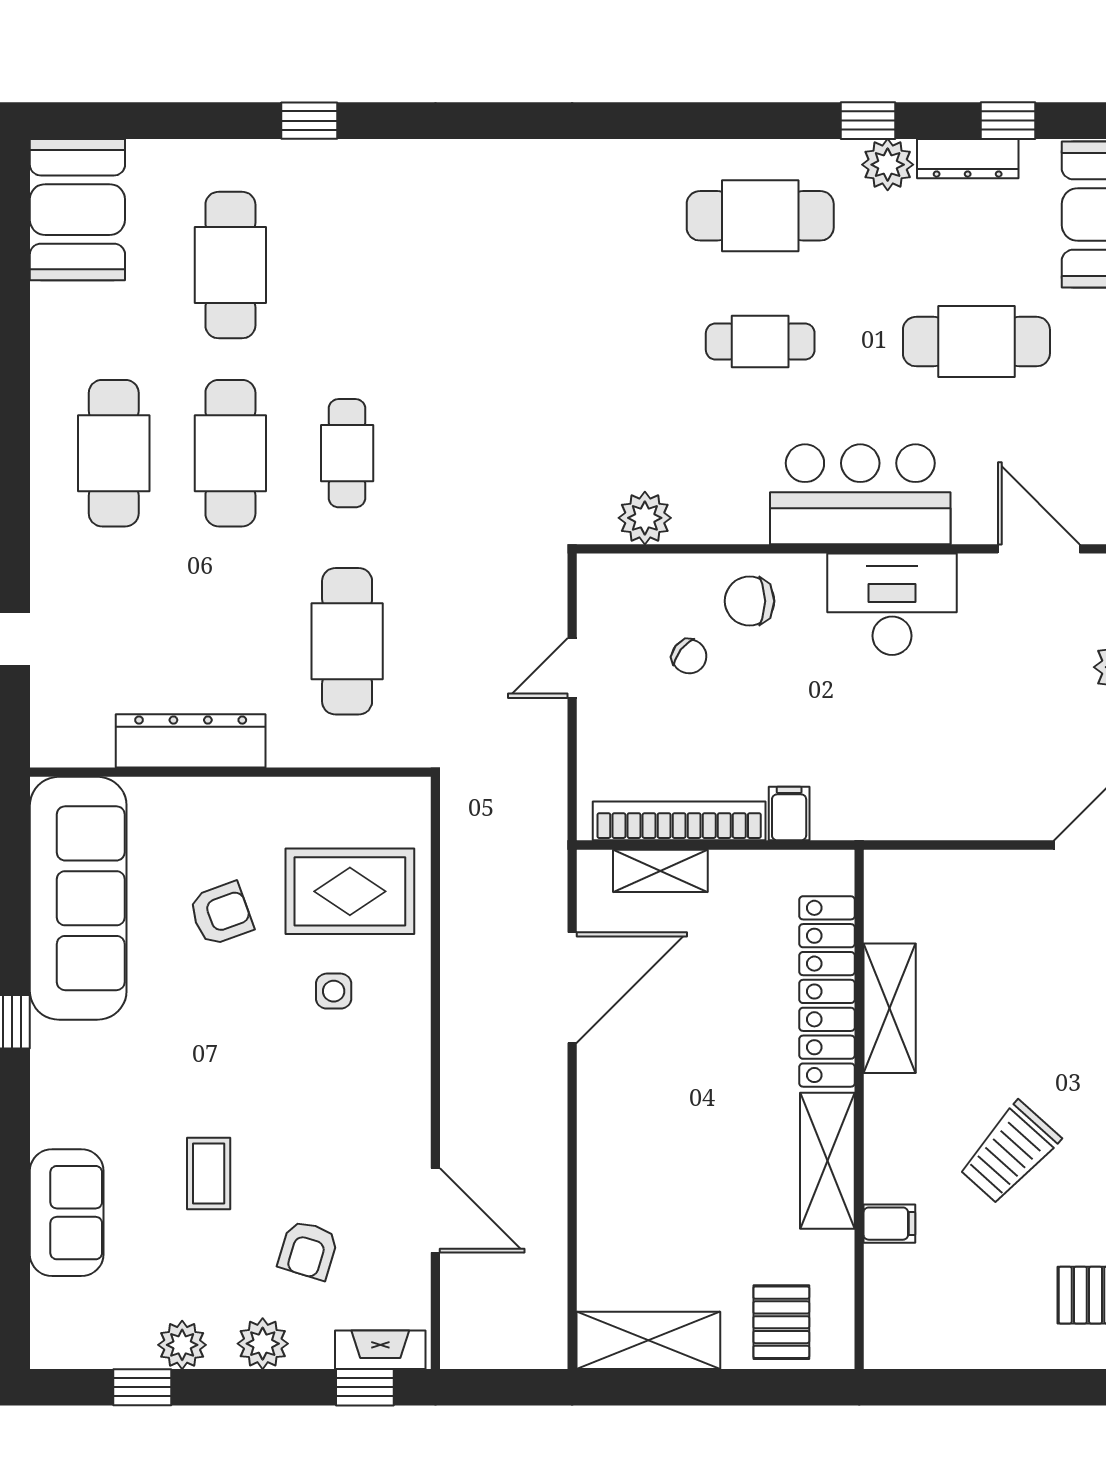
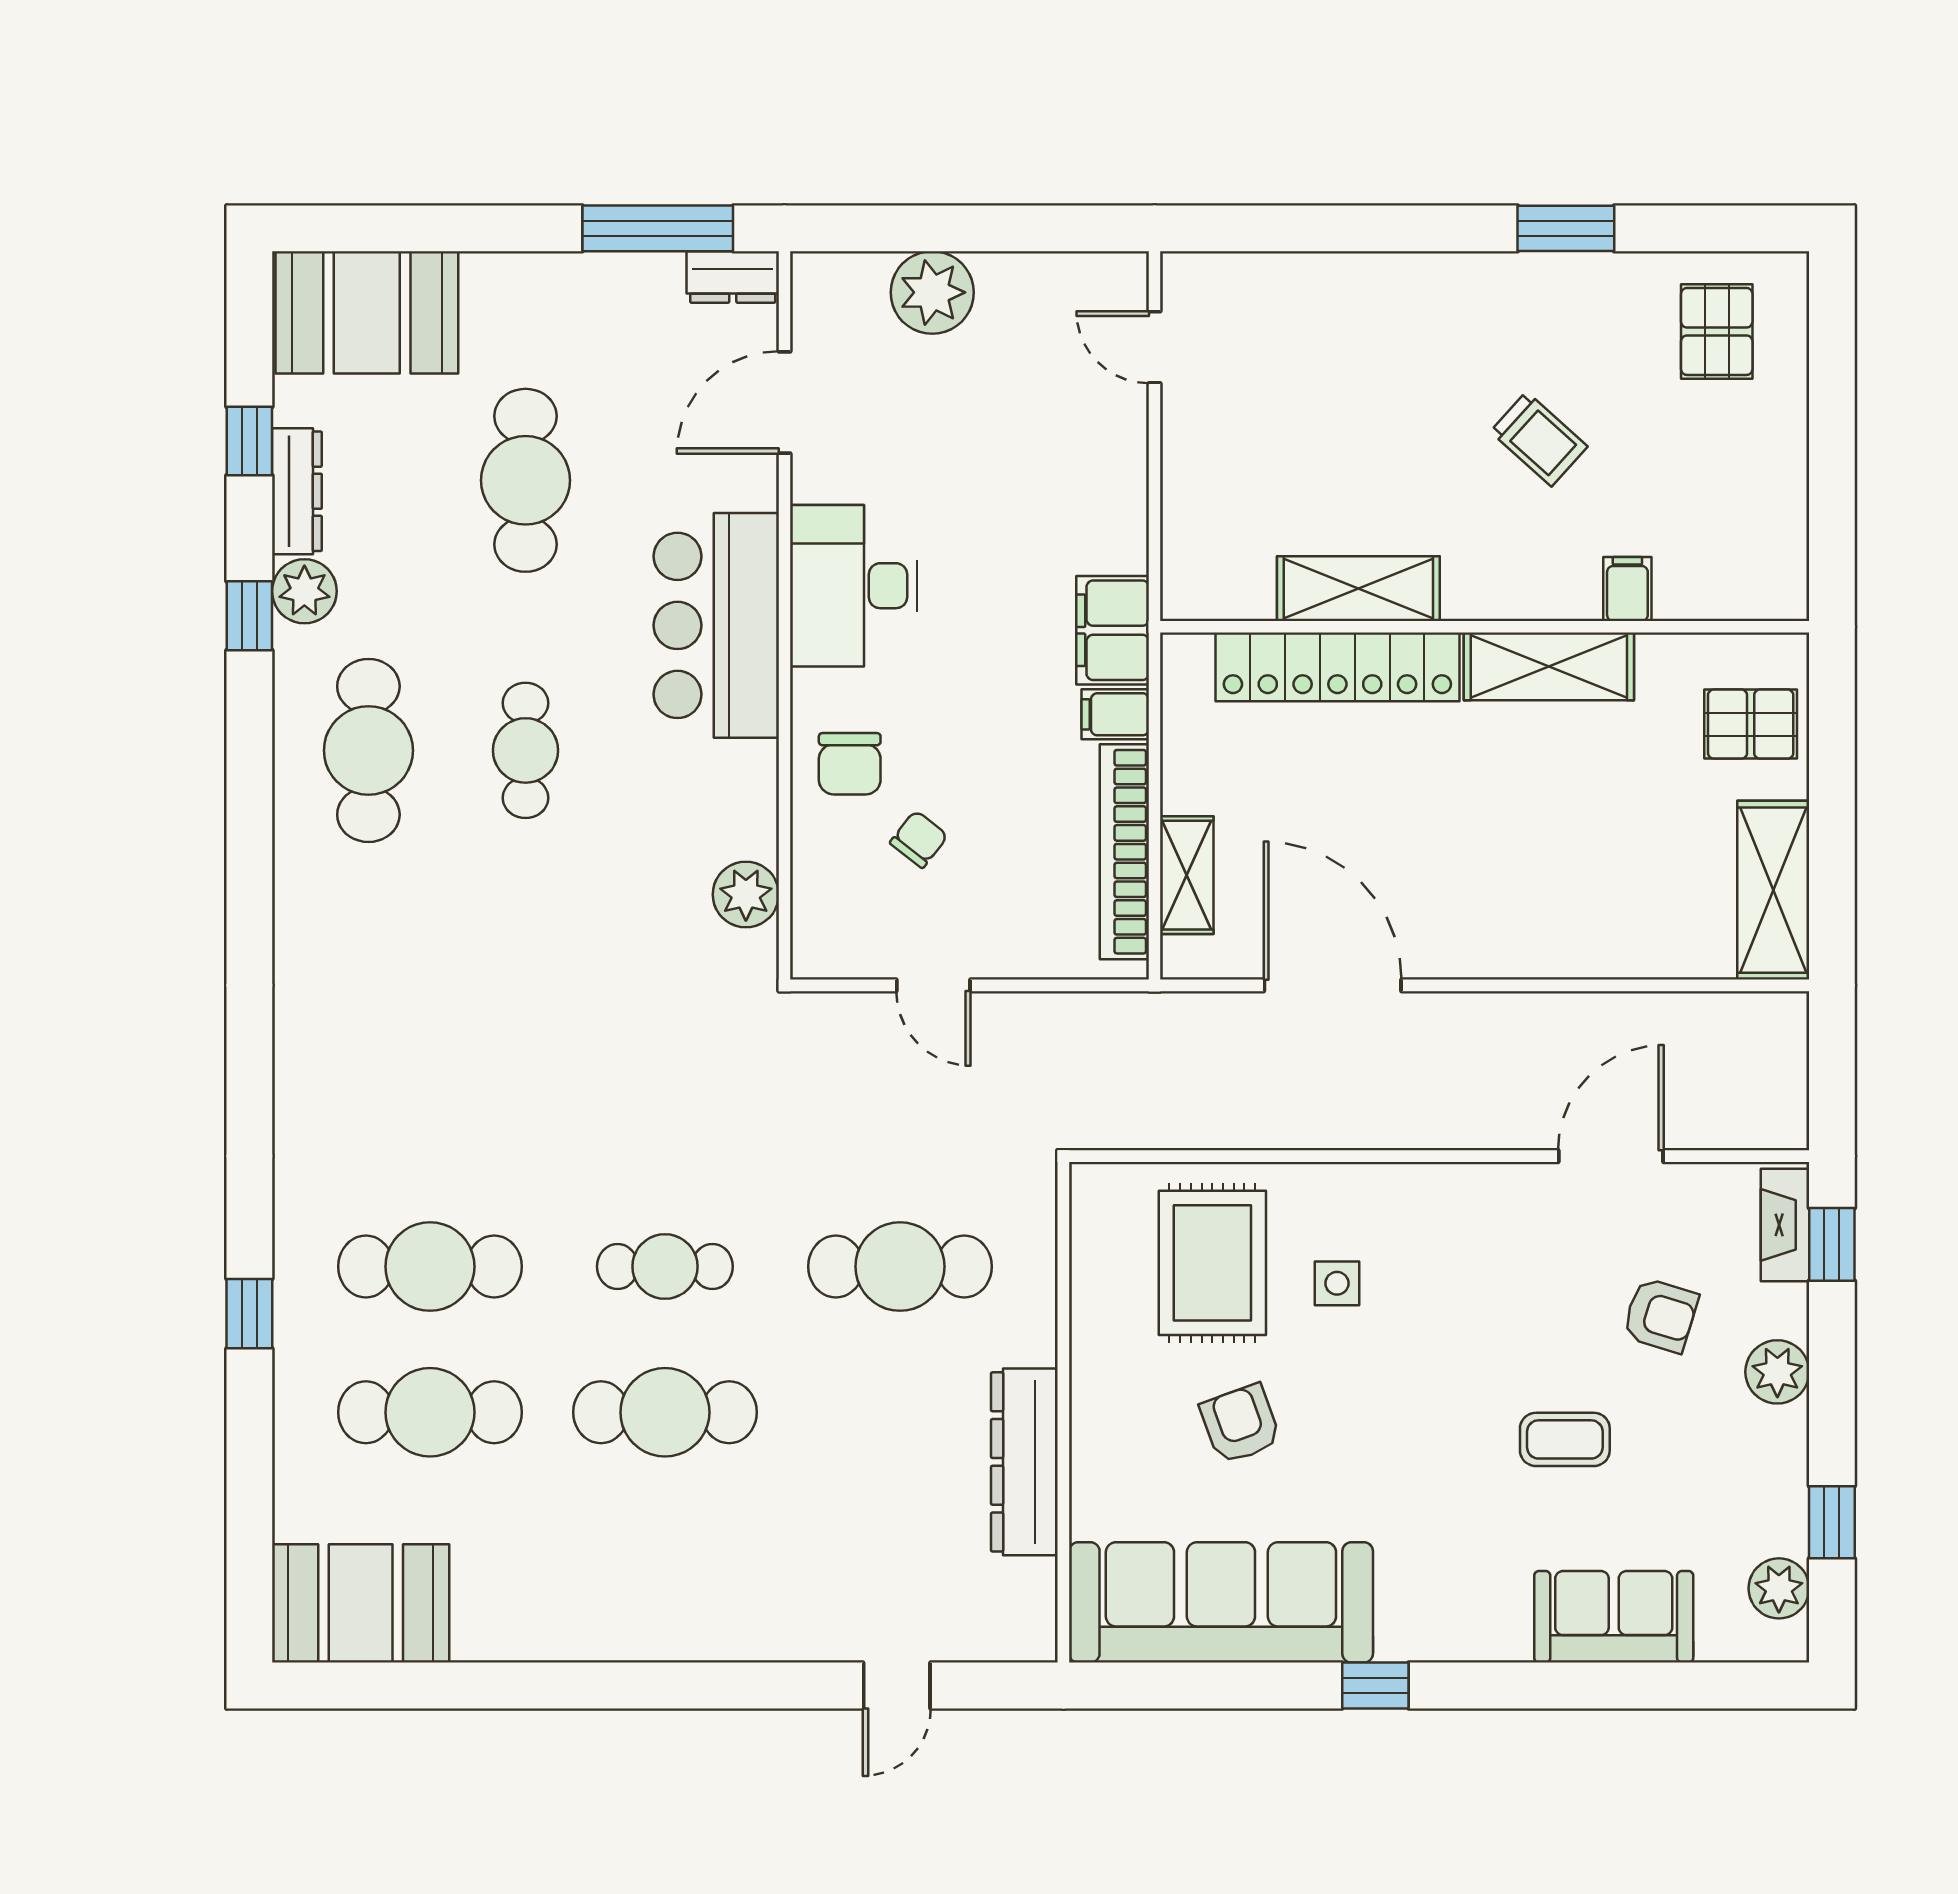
cafe table: (114, 453) -> (430, 1267), moved
filing cabinet: (856, 811) -> (1113, 630), added
trolley: (1010, 1153) -> (1539, 439), width x0.73, depth x0.72
plant: (182, 1345) -> (1779, 1588), moved

